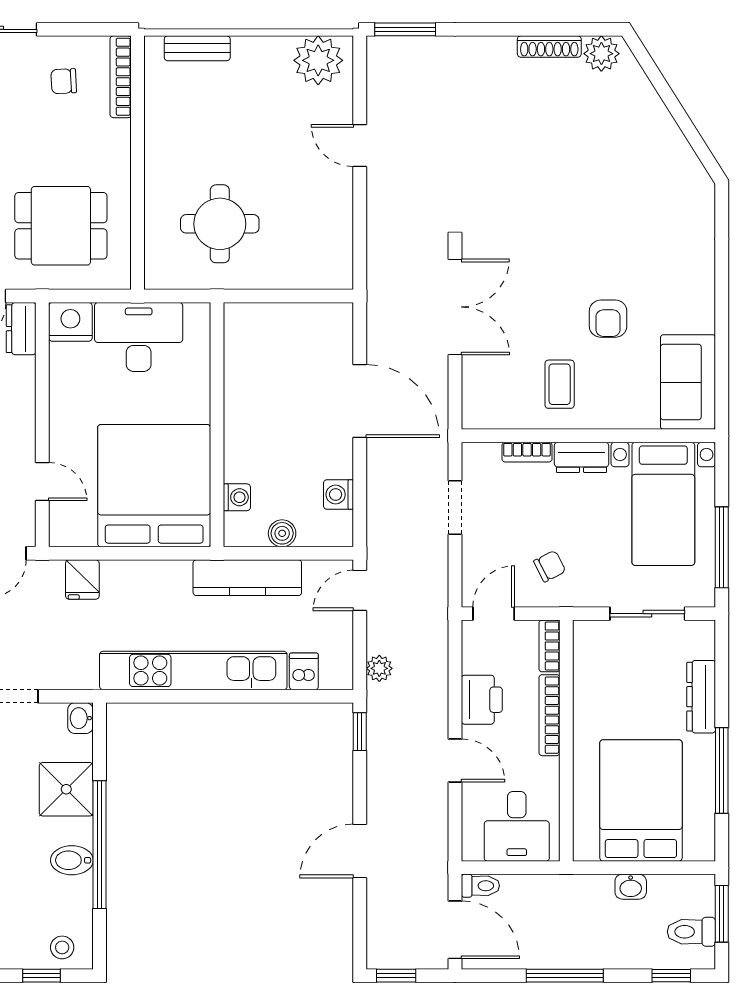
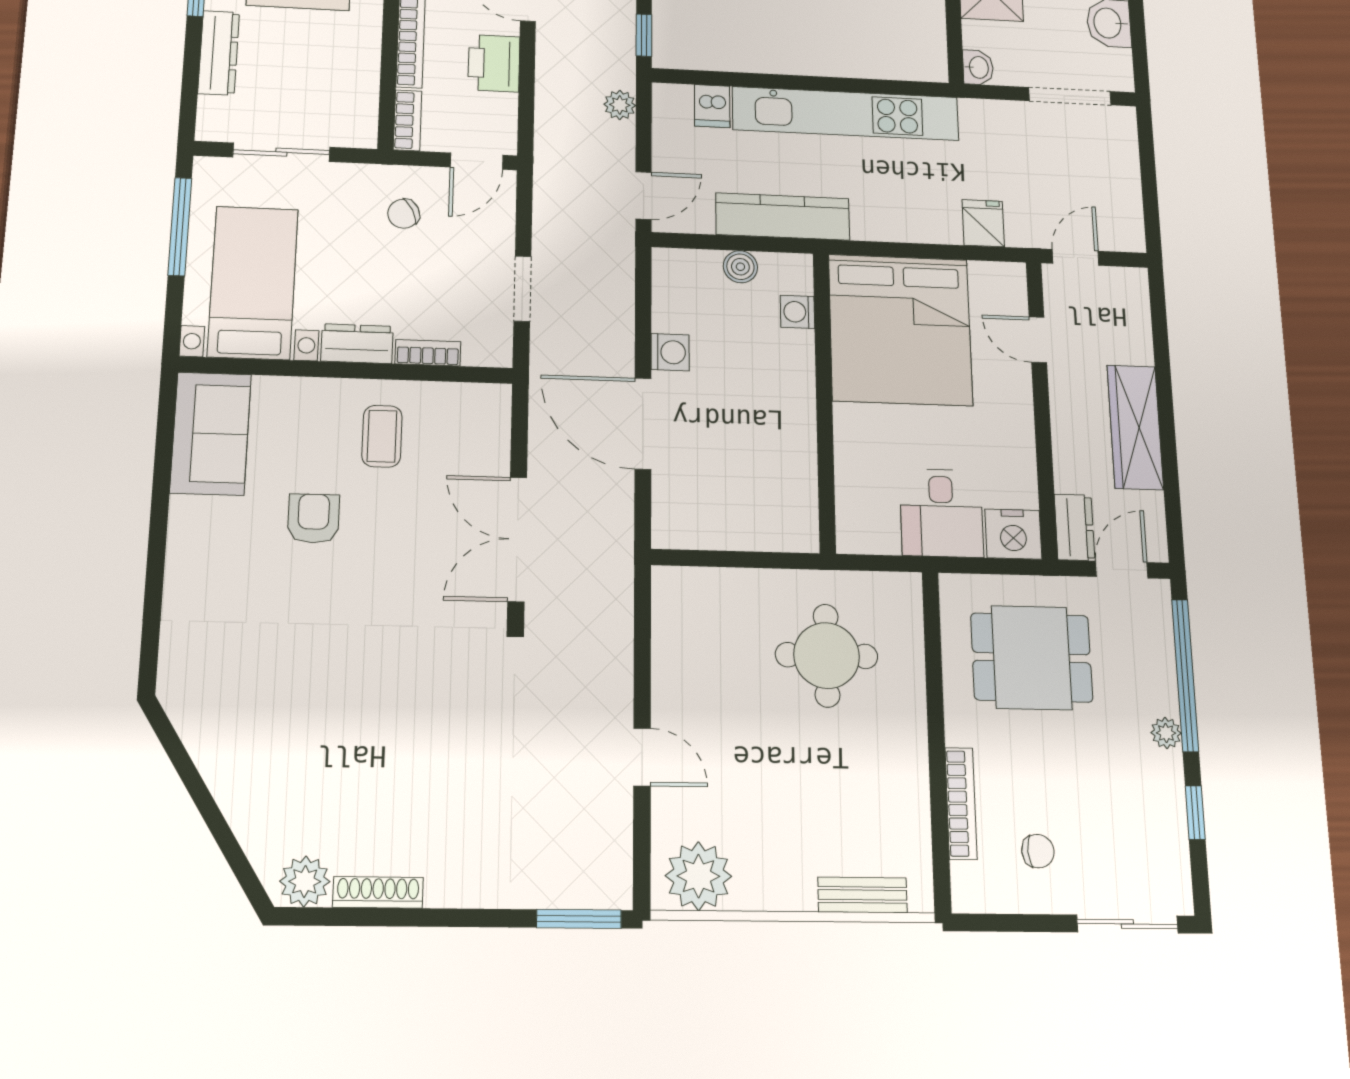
bookcase: (121, 77) -> (961, 803), moved
desk: (139, 337) -> (941, 513), width x0.73
washing machine: (339, 494) -> (670, 352), moved

